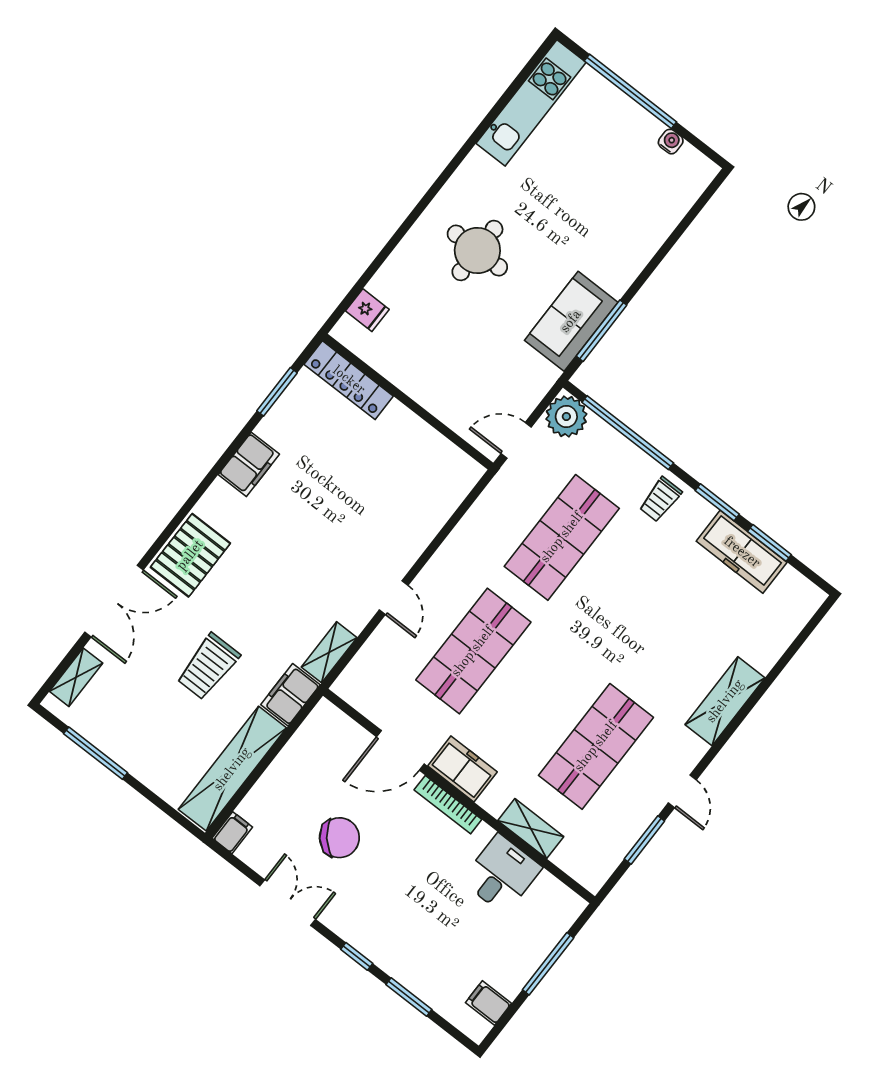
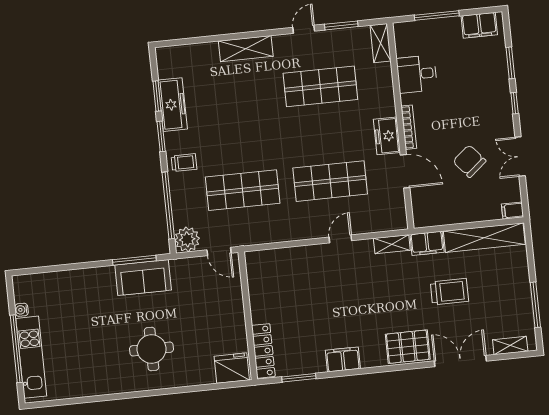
kitchen unit: (531, 103) -> (31, 357), moved, turned 90
fridge: (367, 310) -> (232, 368), width x1.88, depth x1.34
shelving: (531, 829) -> (381, 43), moved
filing cabinet: (488, 1003) -> (479, 25), width x2.00

